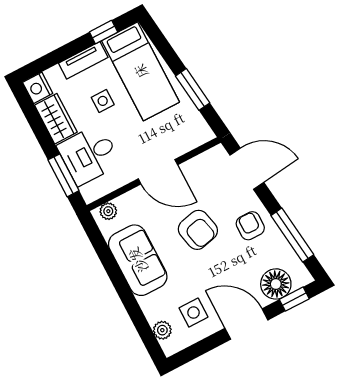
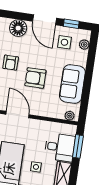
door: (158, 172) -> (17, 115), moved
armchair: (198, 230) -> (35, 78), turned -77
window: (294, 299) -> (71, 24), moved

